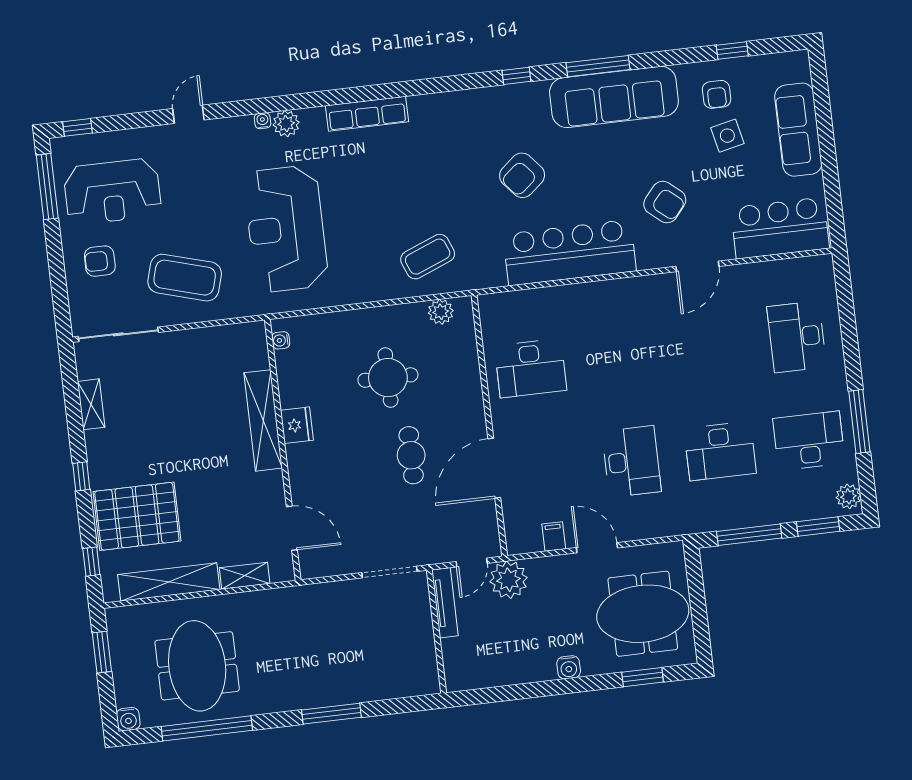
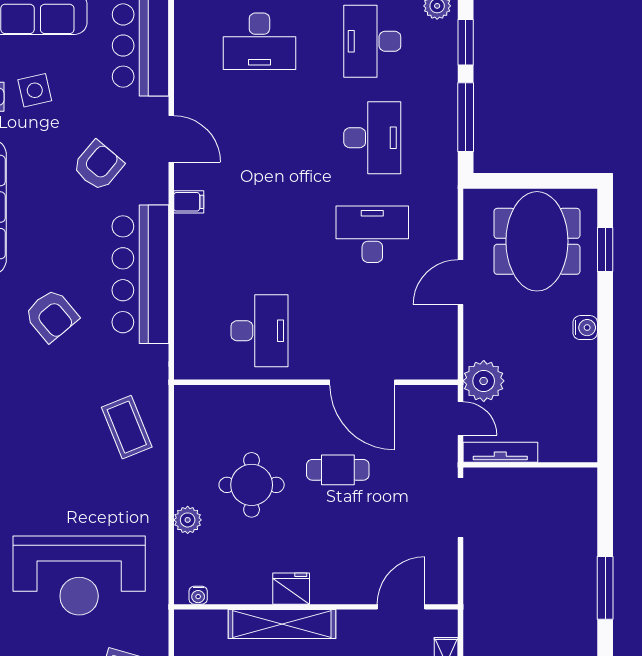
plant: (441, 312) -> (188, 520), moved
filing cabinet: (554, 536) -> (189, 202), moved, turned 180

